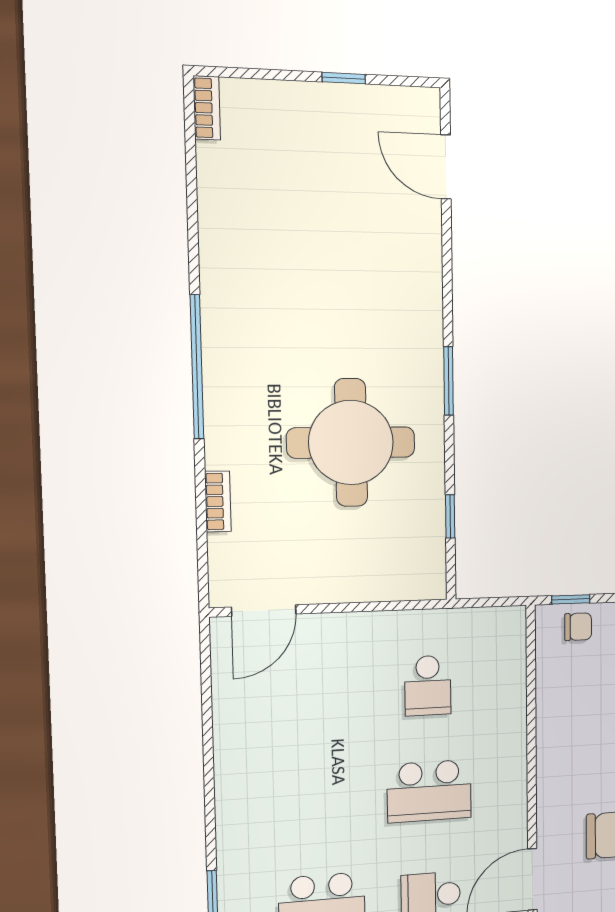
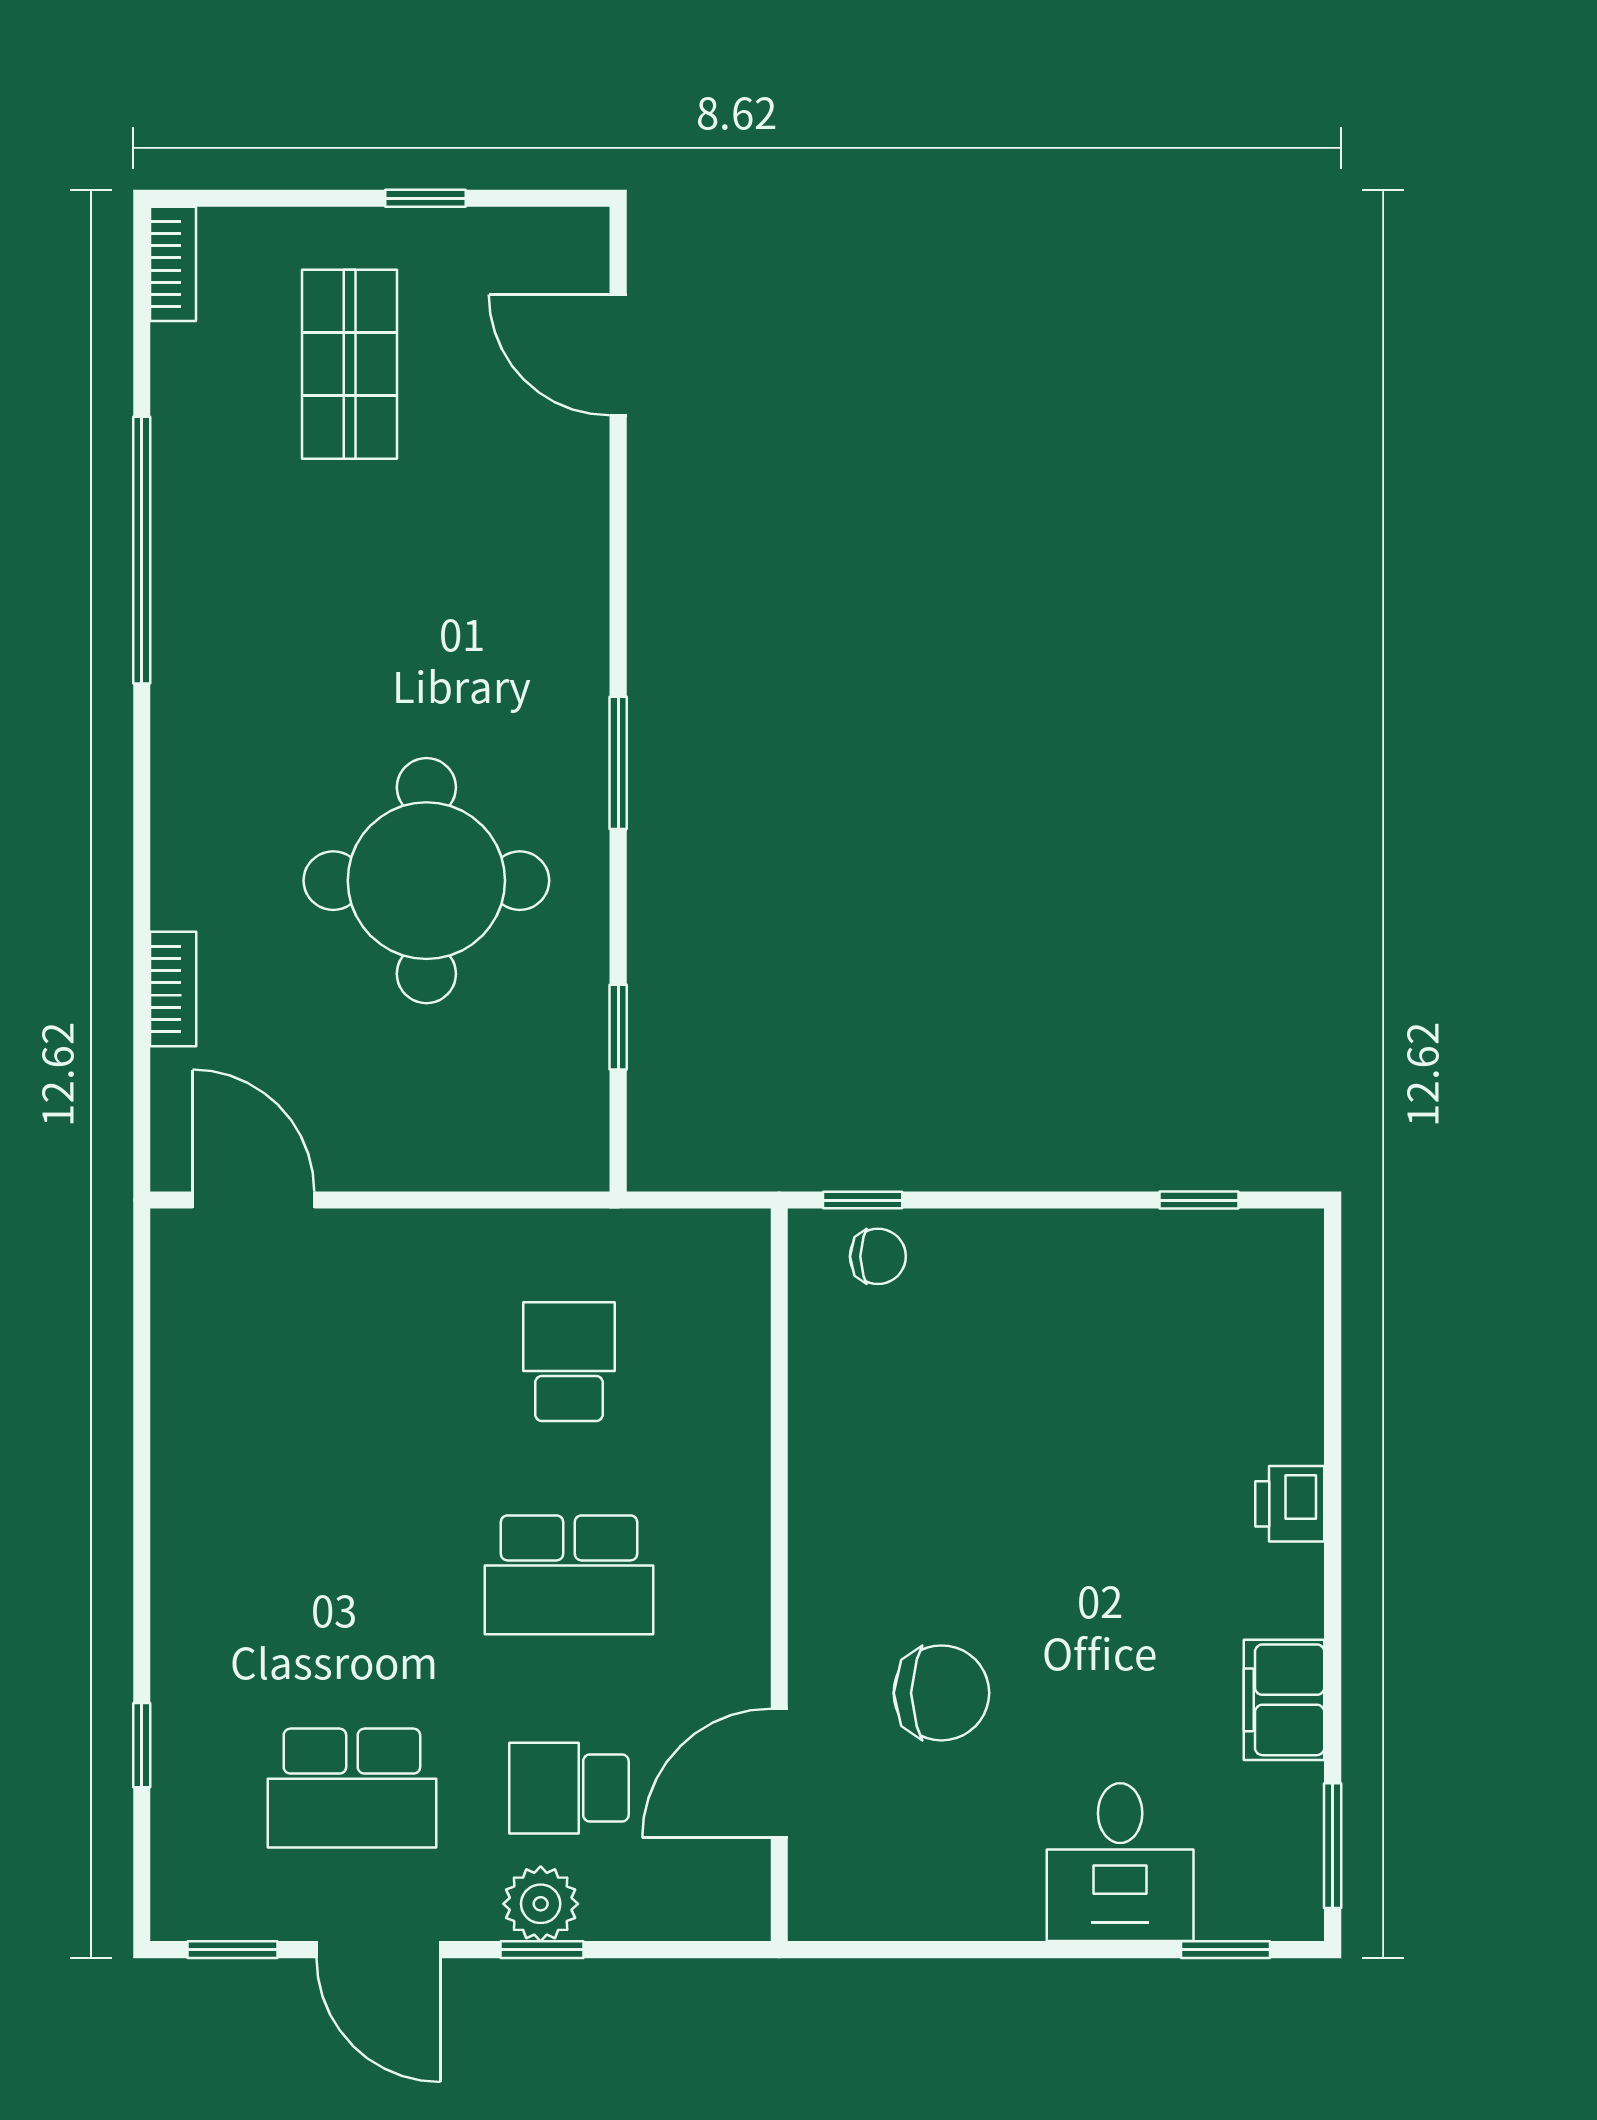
shop shelf: (305, 167) -> (350, 364), added
window: (197, 367) -> (142, 550), moved
door: (264, 611) -> (253, 1200), swing flipped
school desk: (428, 686) -> (569, 1362), turned 180

